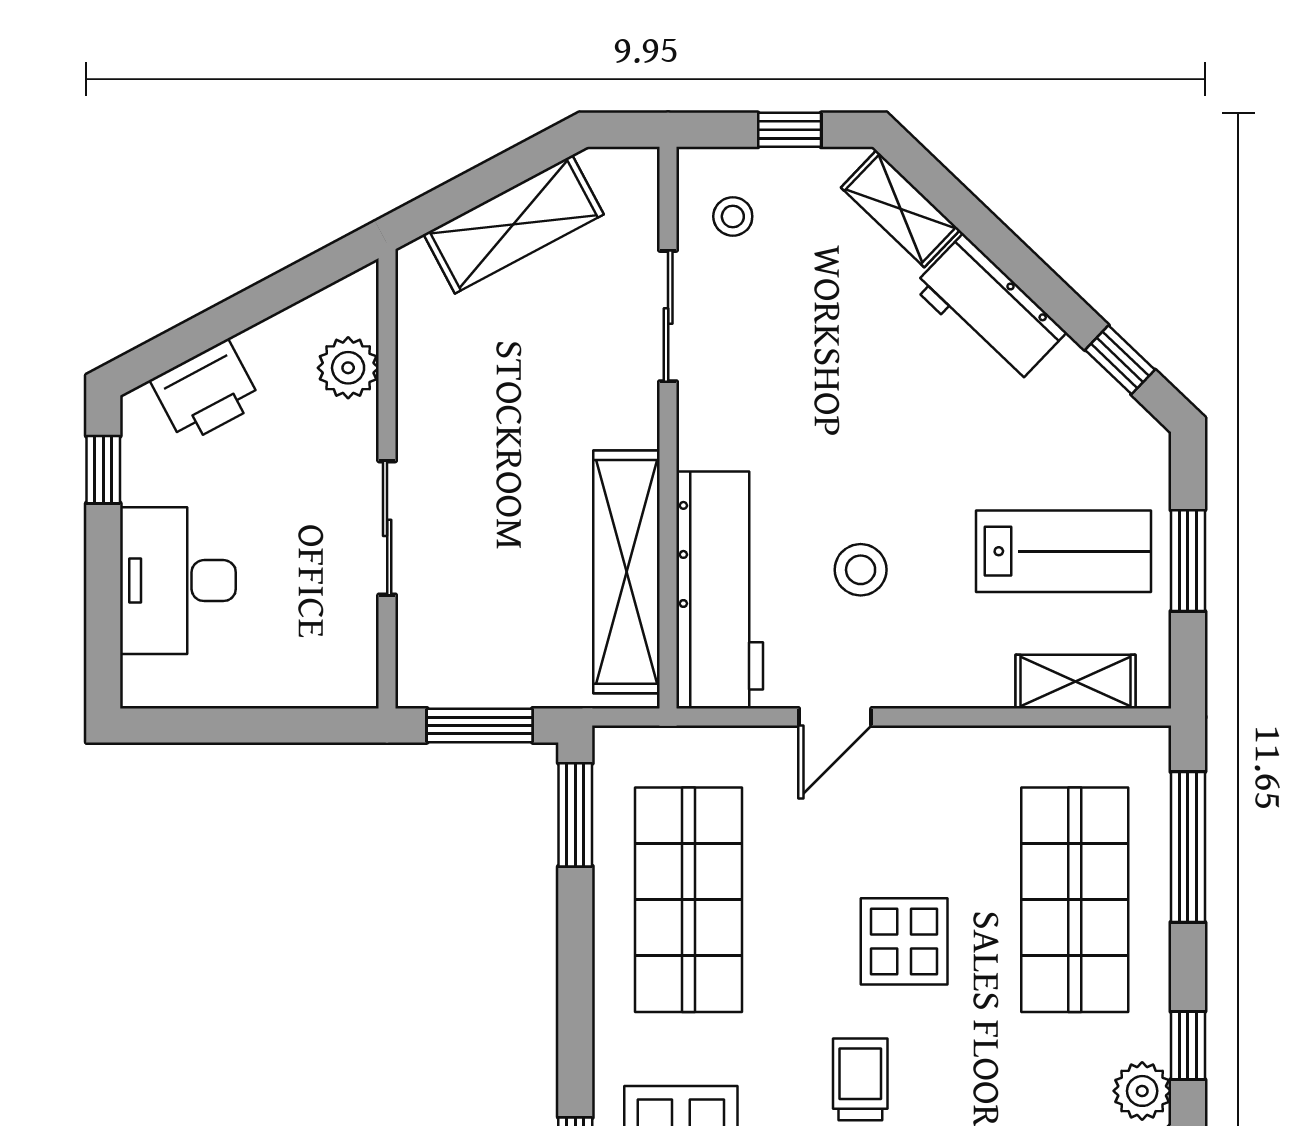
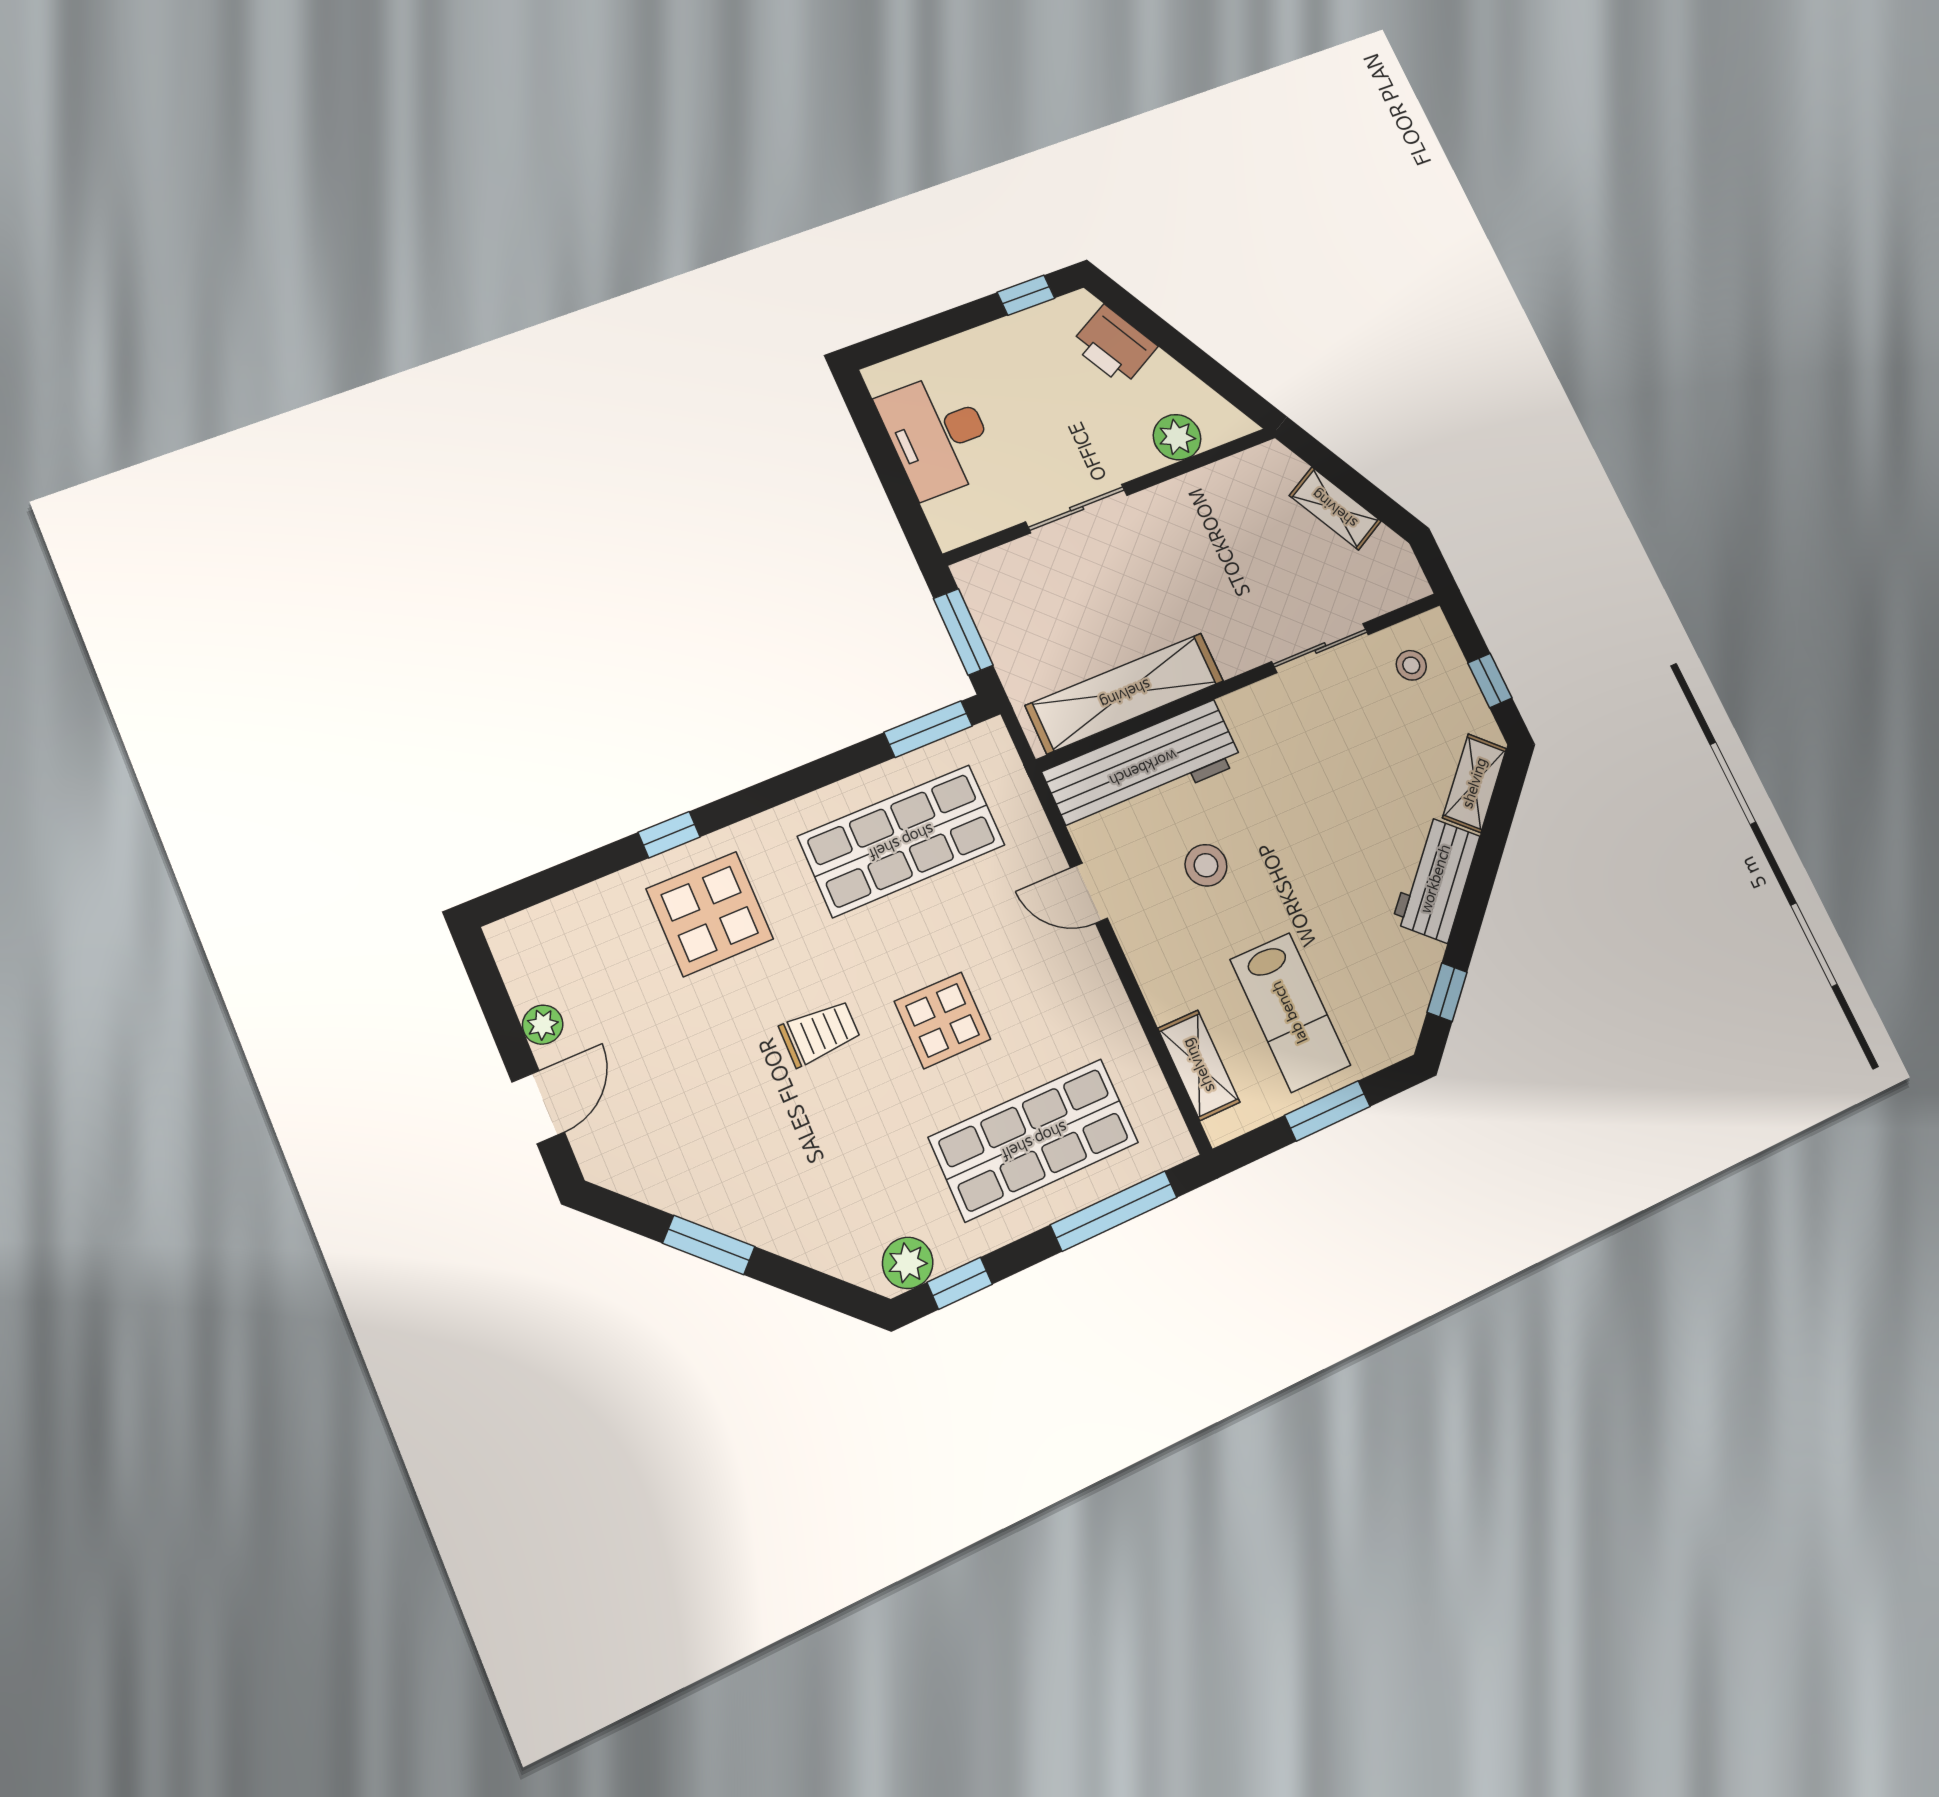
shelving: (514, 224) -> (1335, 508), width x0.67, depth x0.75
desk: (178, 581) -> (938, 435), moved, turned -90

